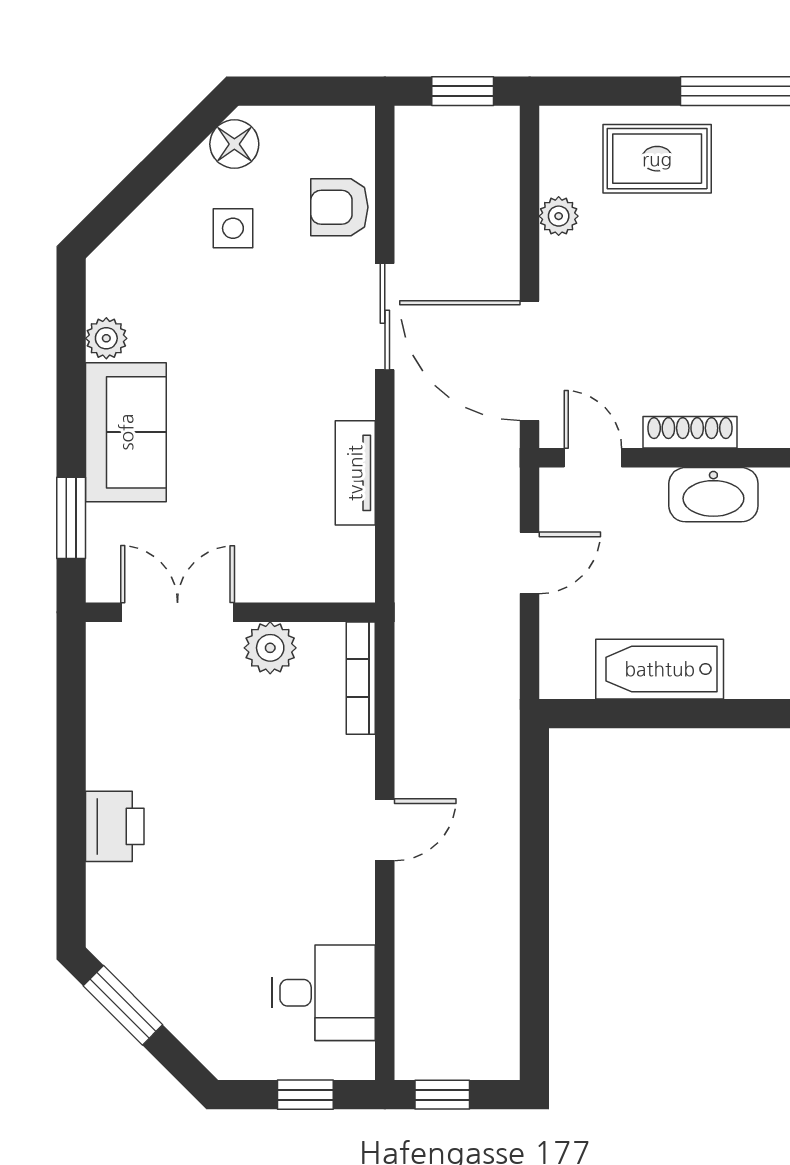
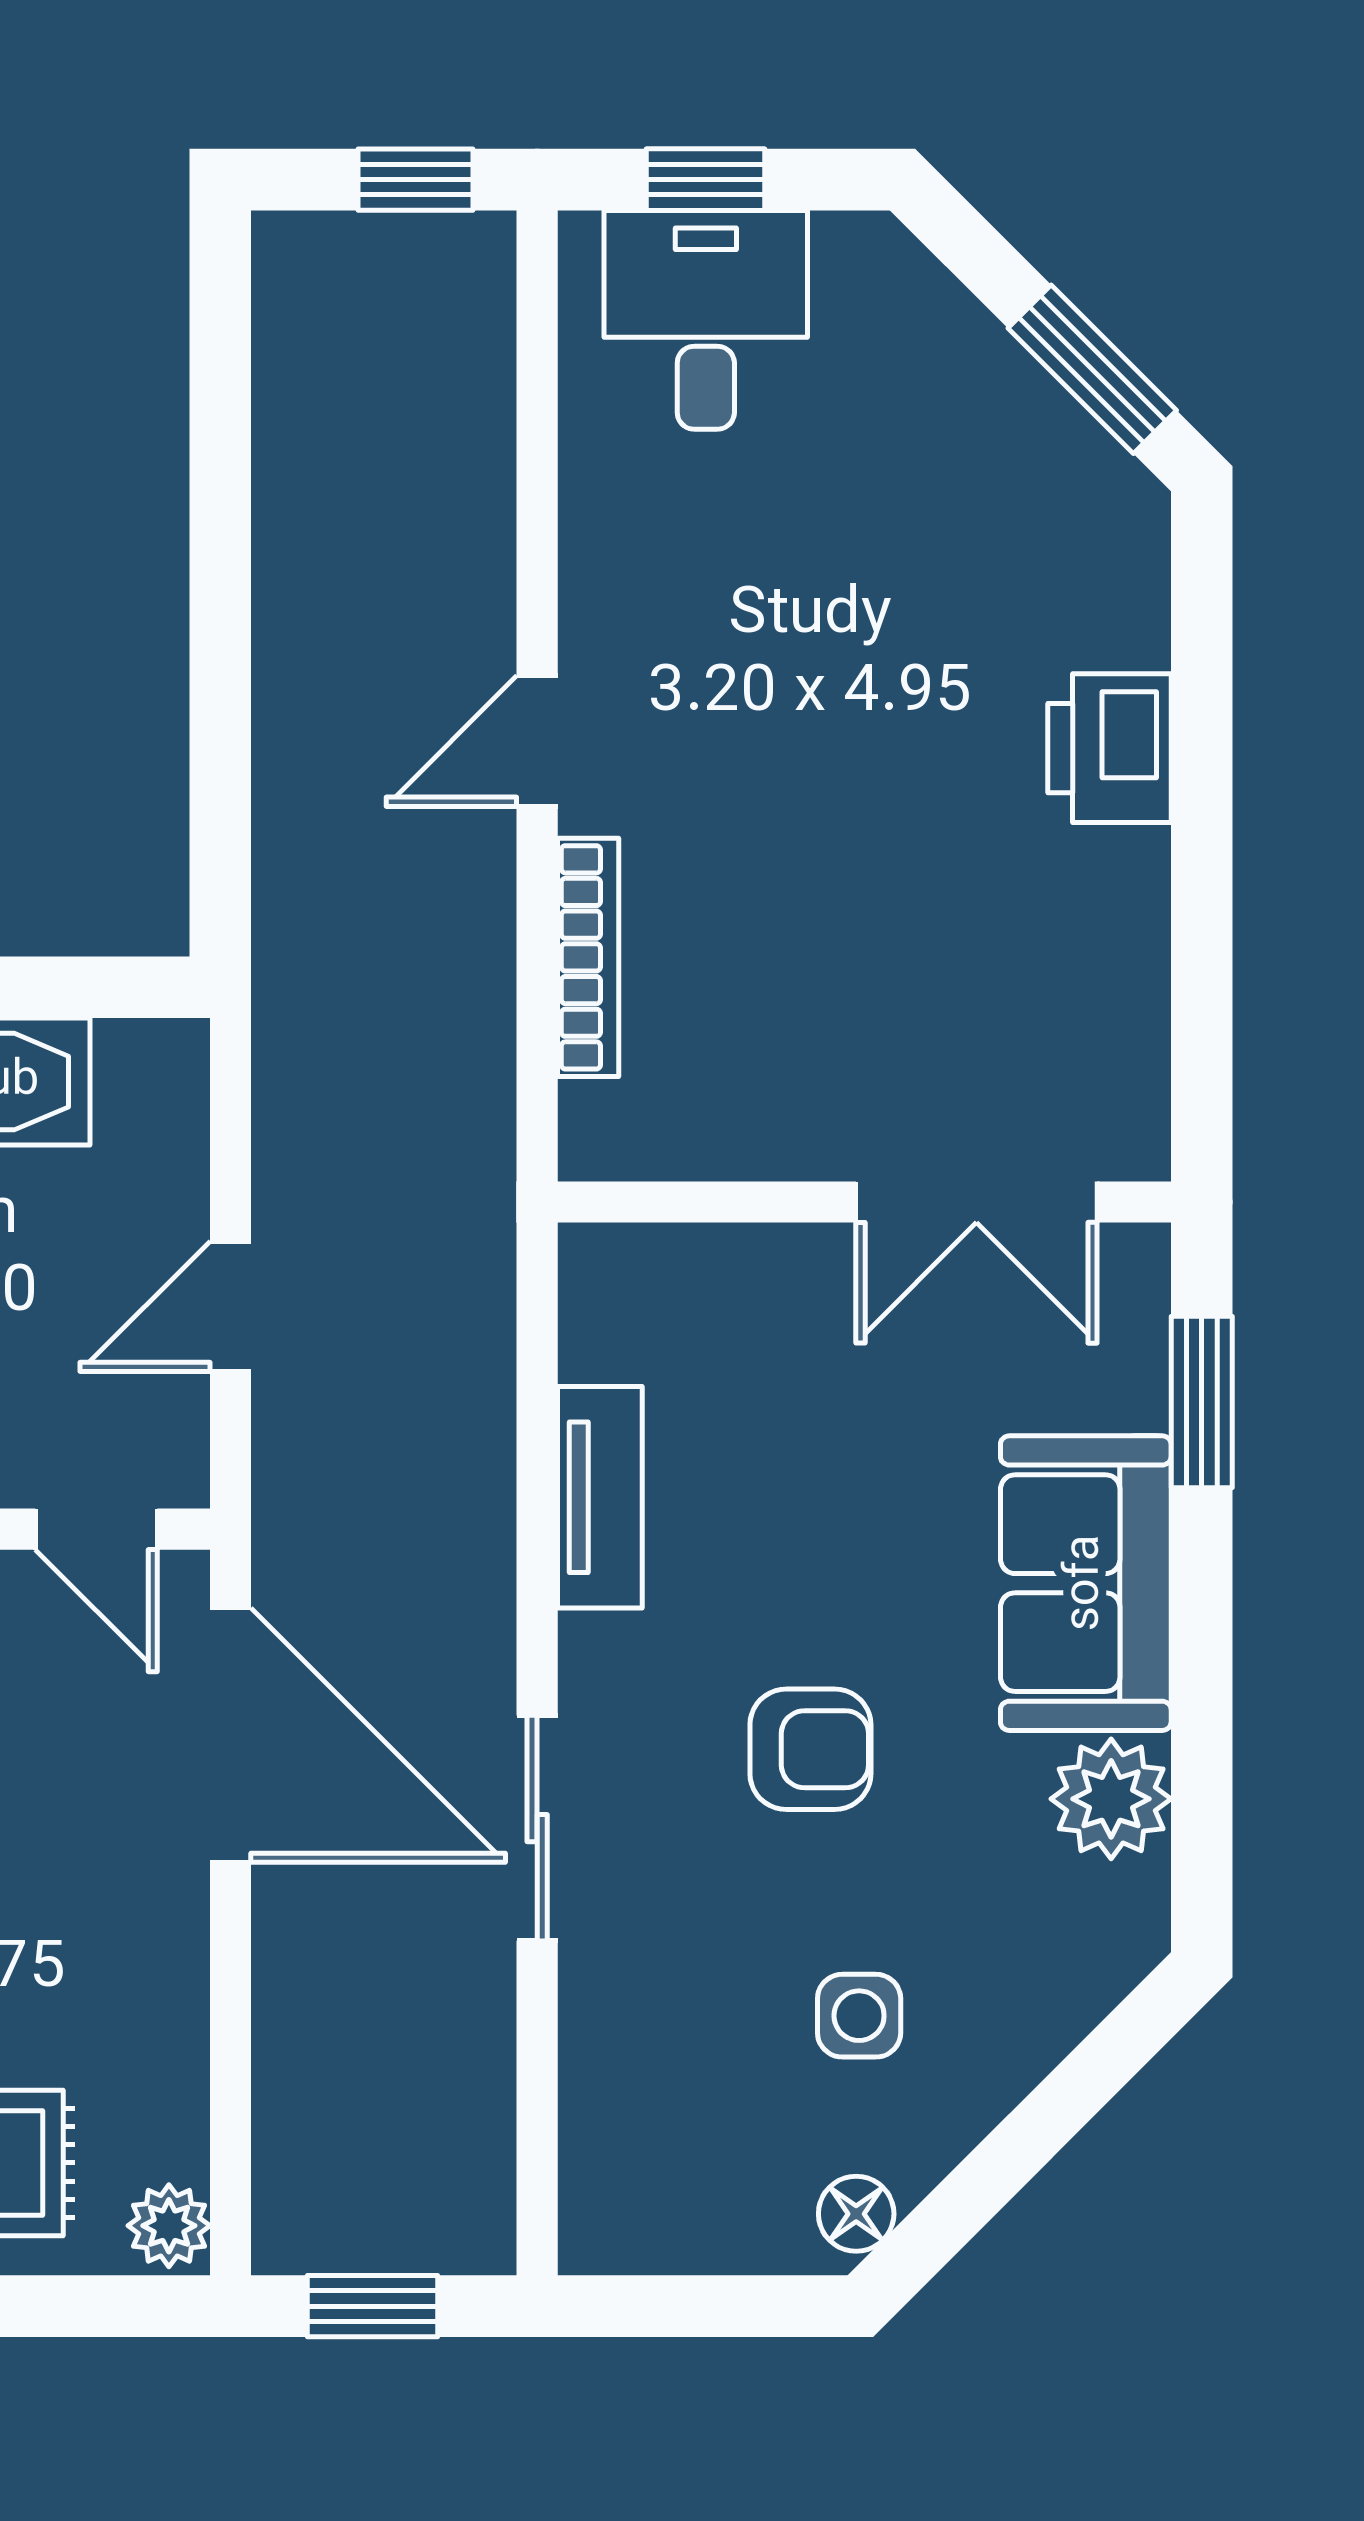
floor lamp: (234, 144) -> (856, 2214), width x0.73, depth x0.73
armchair: (339, 207) -> (810, 1749), moved
plant: (559, 216) -> (169, 2226), moved
plant: (106, 338) -> (1111, 1799), width x1.38, depth x1.38
plant: (270, 648) -> (780, 1126), removed
bookcase: (361, 678) -> (588, 957), moved
desk: (323, 993) -> (706, 320), moved, turned 90

